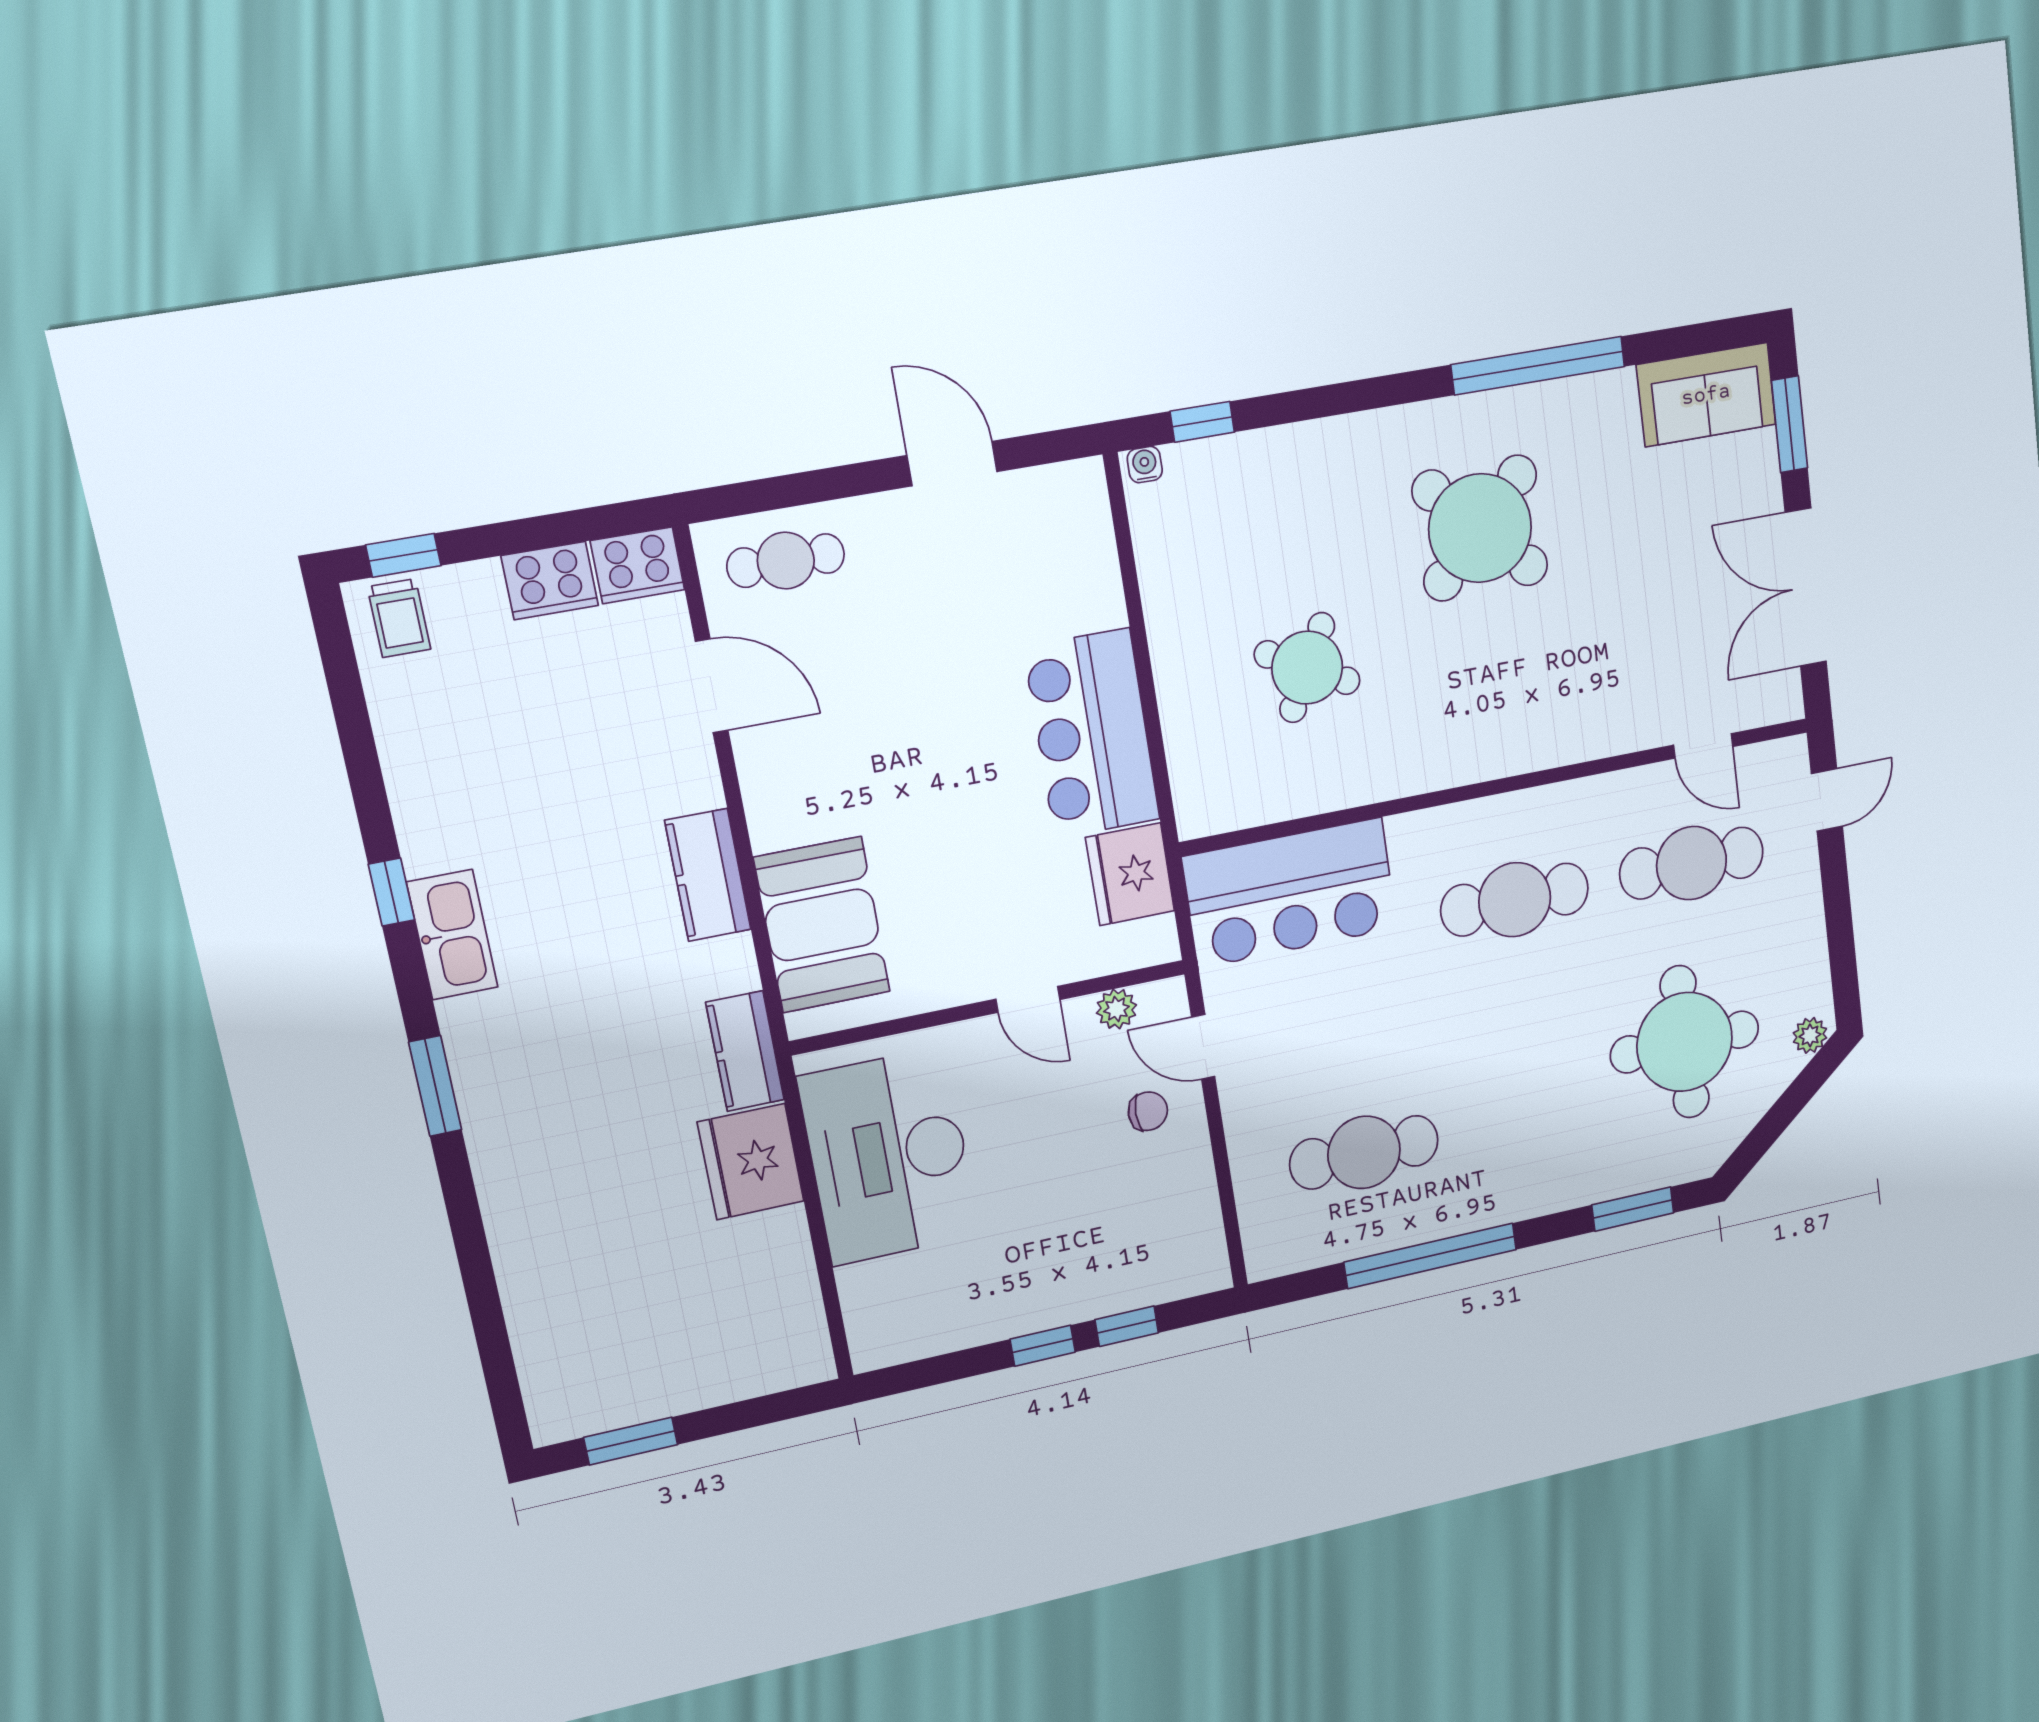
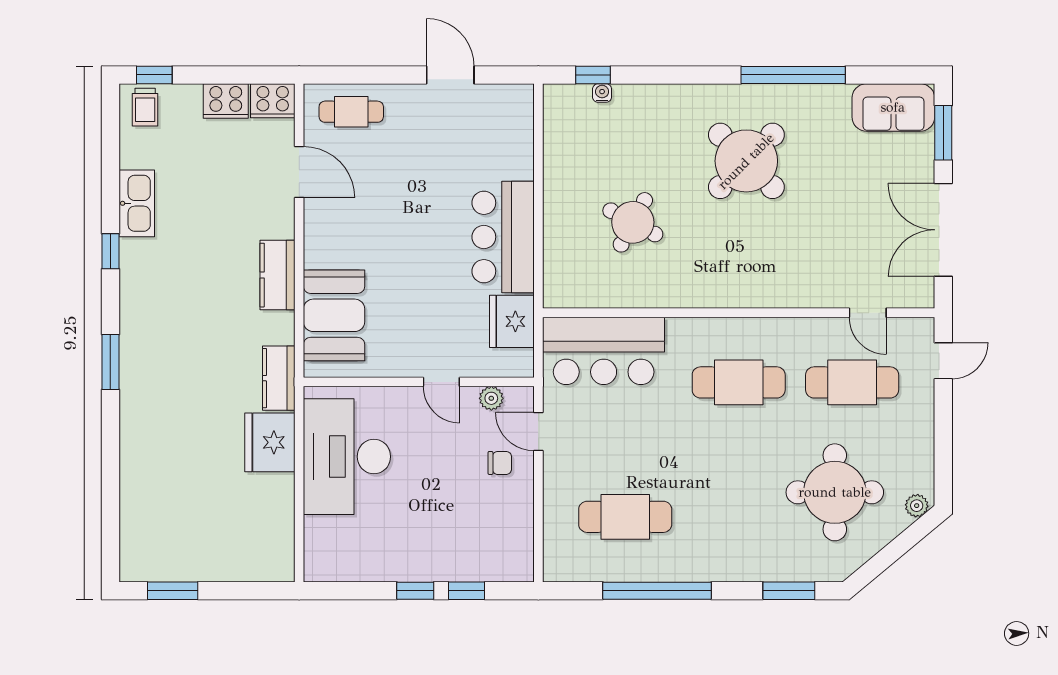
water cooler: (1145, 465) -> (602, 93), moved
kitchen sink: (452, 935) -> (137, 203), moved

